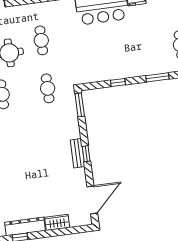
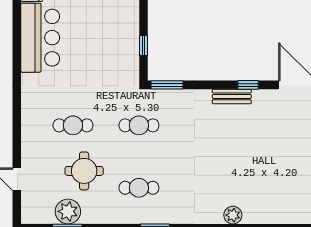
window: (118, 82) -> (143, 45), moved
window: (86, 154) -> (248, 85), moved

